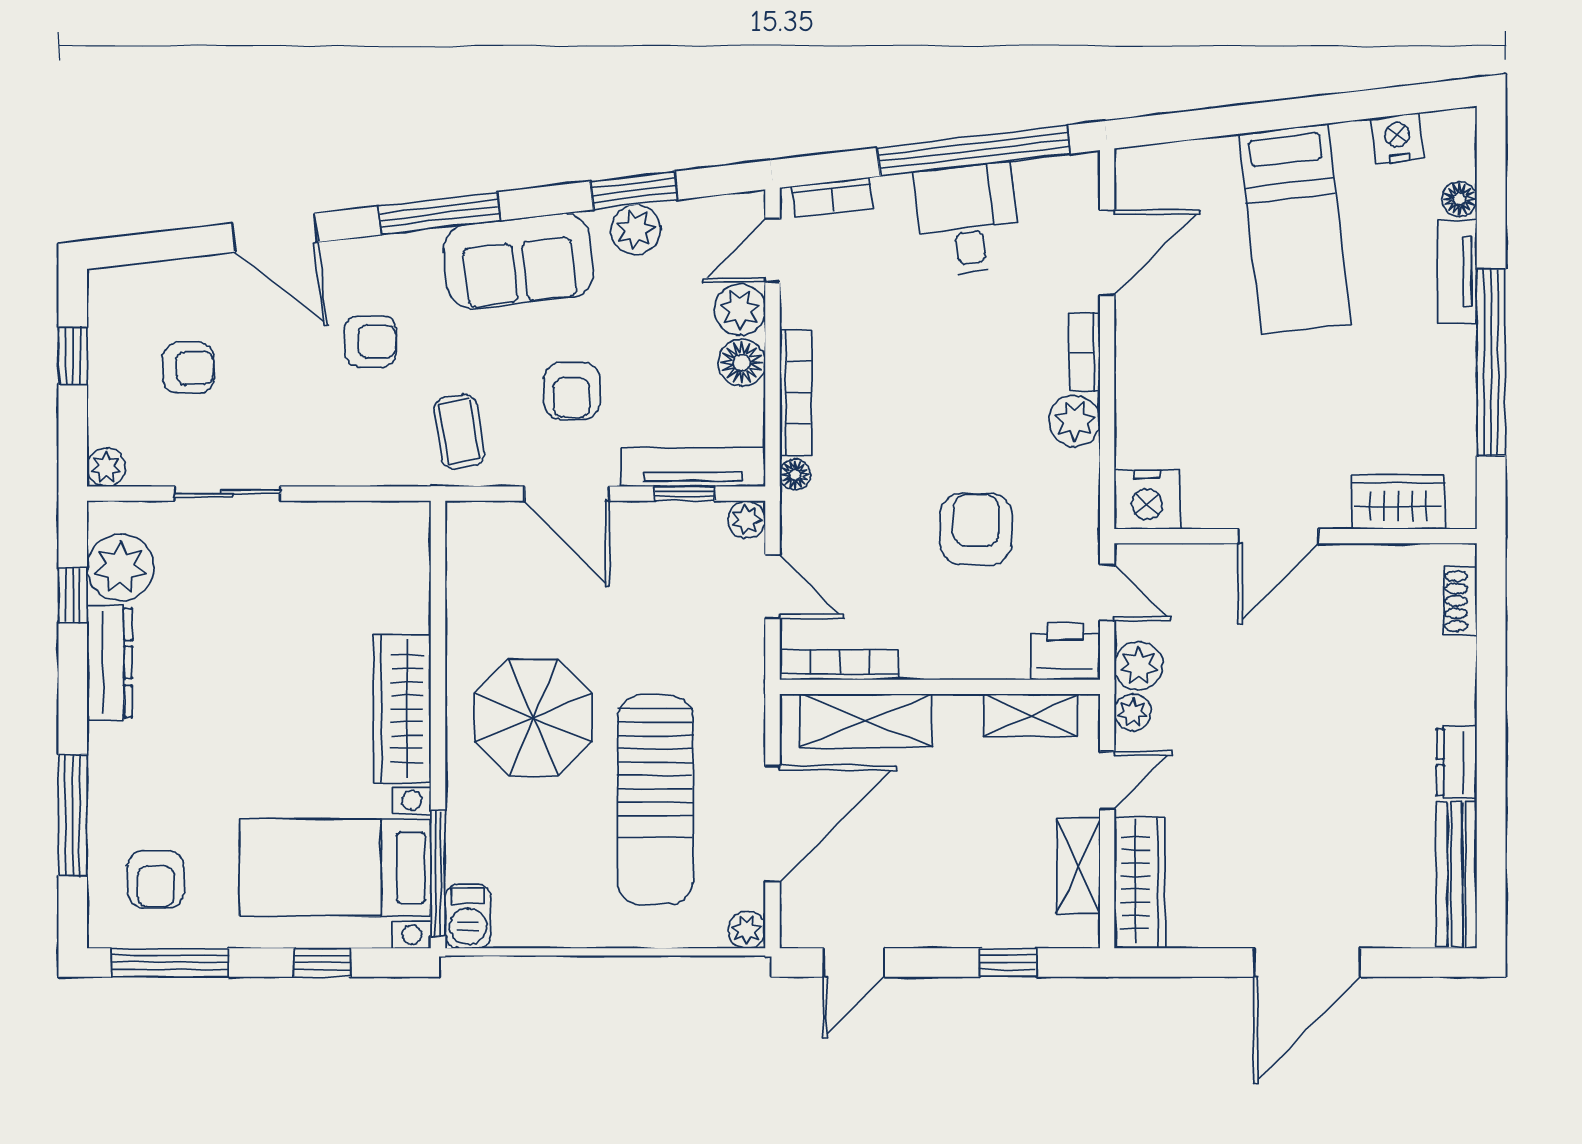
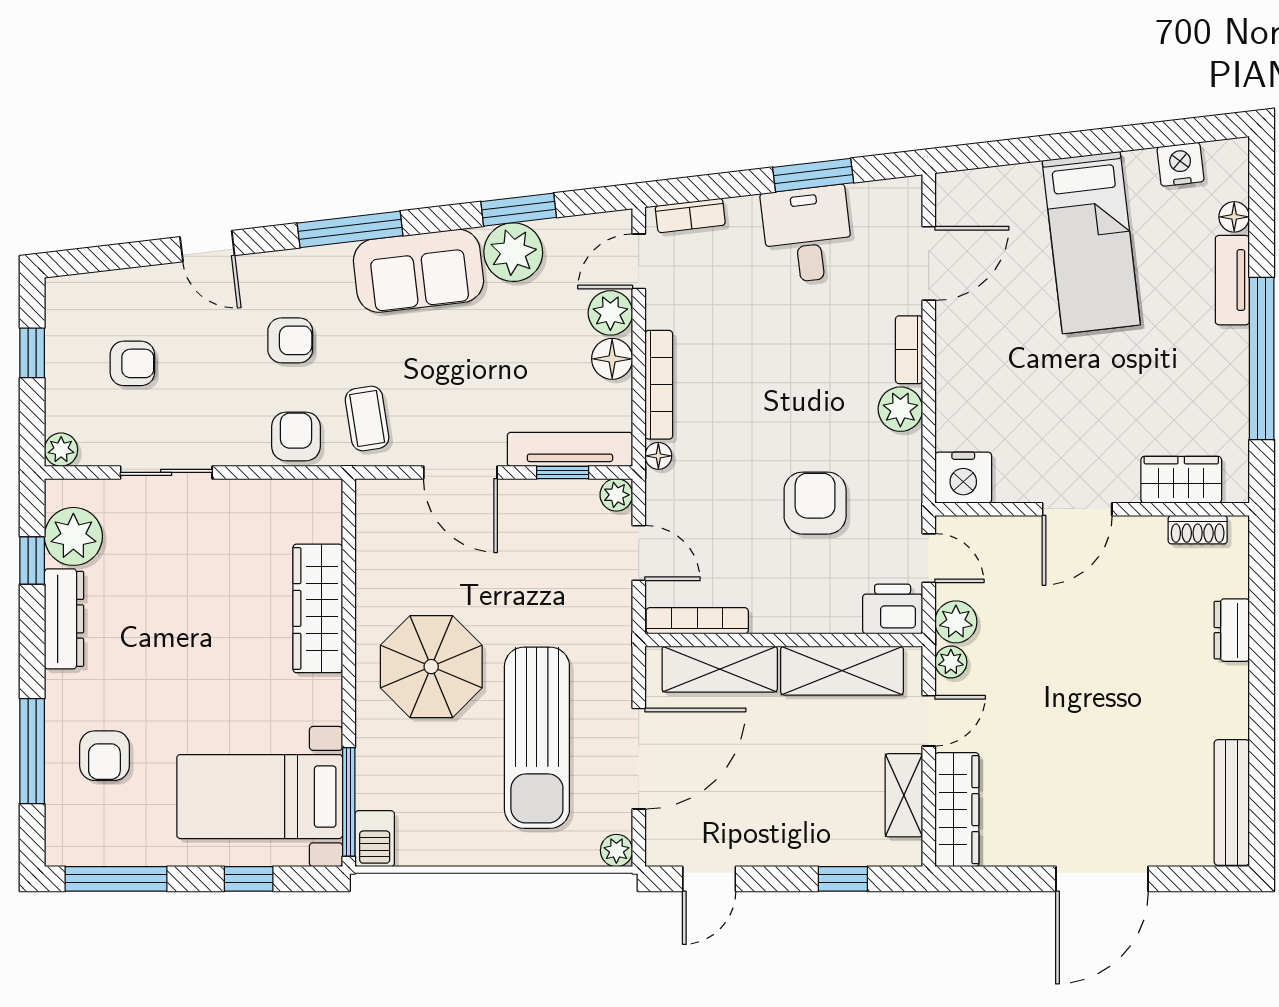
window: (974, 151) -> (813, 175), width x0.47
plant: (636, 230) -> (513, 252), width x1.36, depth x1.36
door: (275, 233) -> (207, 246), width x0.73
armchair: (572, 391) -> (296, 436), moved, turned 180
shoe rack: (1460, 601) -> (1198, 530), moved, turned -90
wardrobe: (402, 709) -> (318, 608), moved
shelving: (1031, 715) -> (842, 671), width x1.50, depth x1.33
dresser: (1457, 762) -> (1232, 630), moved
armchair: (156, 879) -> (104, 756), moved

